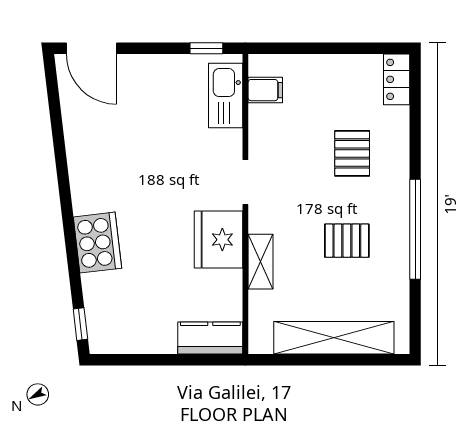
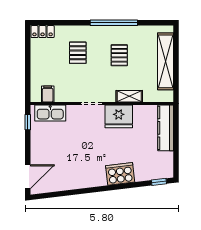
pallet: (352, 153) -> (78, 53), turned 90
kitchen counter: (210, 338) -> (166, 128), width x1.50

